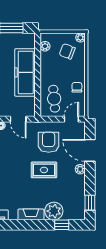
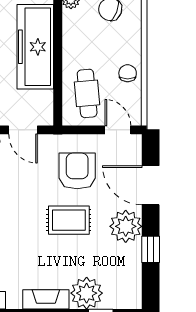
door: (71, 119) -> (118, 130), hinge flipped
plant: (80, 169) -> (126, 226), width x1.87, depth x1.87
window: (90, 203) -> (151, 249), moved

